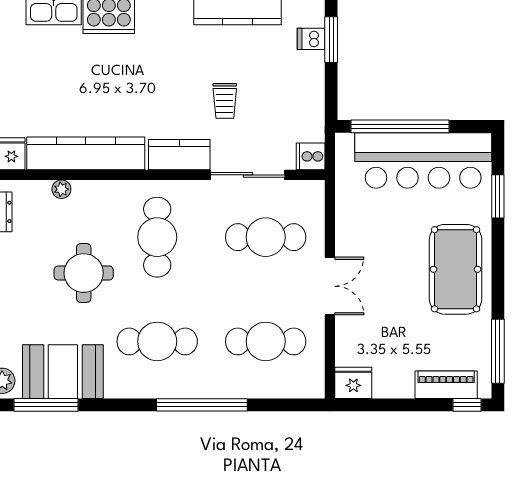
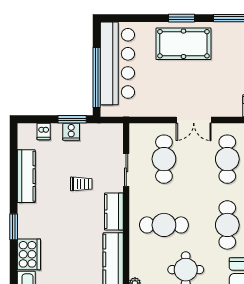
window: (331, 40) -> (72, 119), moved
cooker: (311, 156) -> (71, 132), moved
sliding door: (248, 175) -> (126, 170), width x0.73
window: (498, 196) -> (181, 18), moved
double door: (330, 286) -> (194, 120), swing flipped

